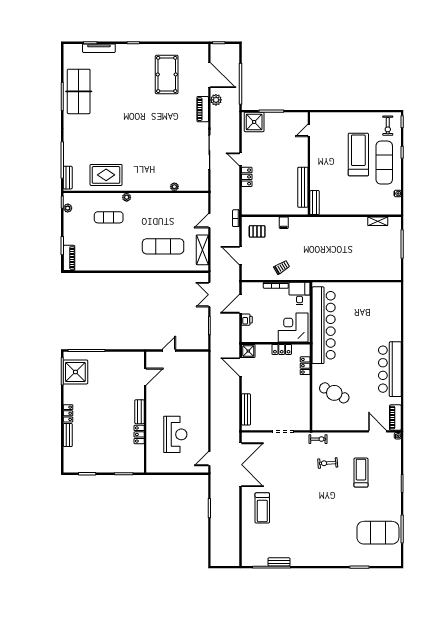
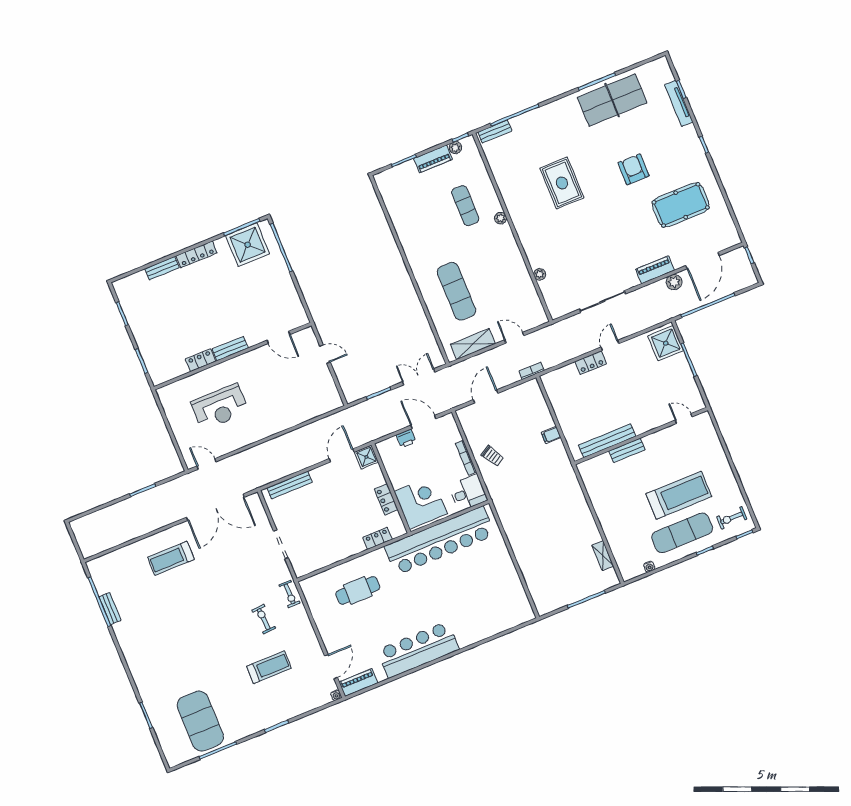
armchair: (130, 96) -> (634, 169), added
rug: (106, 175) -> (562, 183), moved
bench: (315, 203) -> (627, 450), moved
pallet: (257, 231) -> (526, 405), removed
piano: (69, 258) -> (433, 159), moved
cafe table: (334, 393) -> (358, 590), turned 63
locker: (68, 413) -> (197, 254), width x1.53

